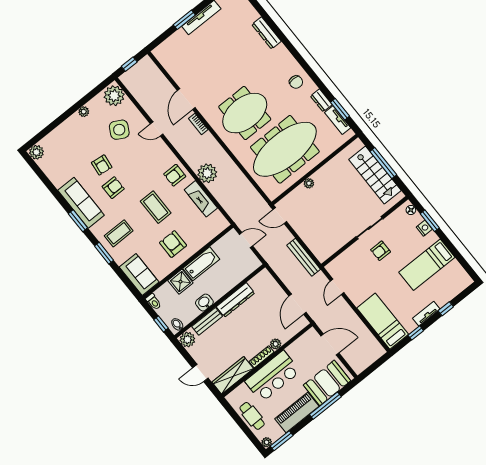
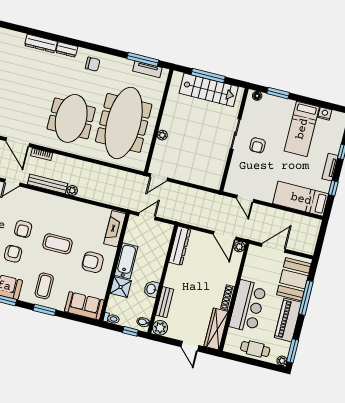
dresser: (321, 100) -> (67, 50), moved
window: (340, 109) -> (143, 59), width x1.44
plant: (207, 173) -> (72, 190), width x0.53, depth x0.53
armchair: (175, 175) -> (23, 229), moved
fireplace: (201, 199) -> (115, 229), moved, turned 90
nightstand: (424, 228) -> (325, 114), moved
bench: (304, 257) -> (48, 184), moved
dresser: (235, 300) -> (180, 246), moved
plant: (276, 344) -> (239, 247), moved
door: (200, 373) -> (190, 346), hinge flipped

